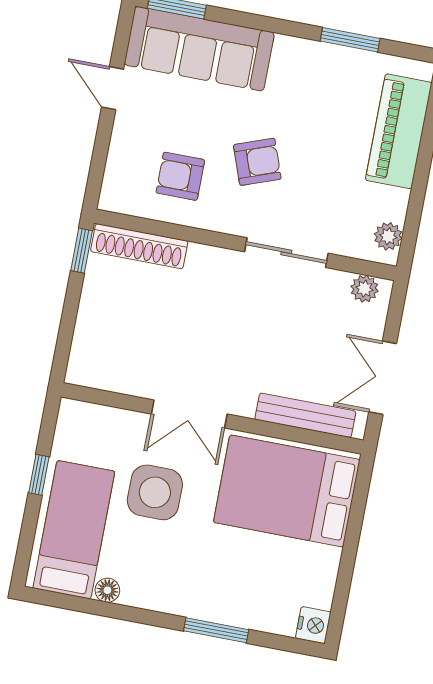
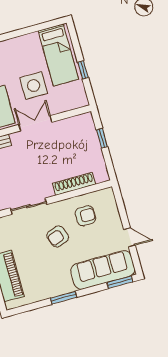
window: (350, 40) -> (63, 298), moved
shoe rack: (139, 246) -> (74, 184), moved
window: (82, 251) -> (102, 138), moved
floor lamp: (107, 590) -> (33, 38), removed

